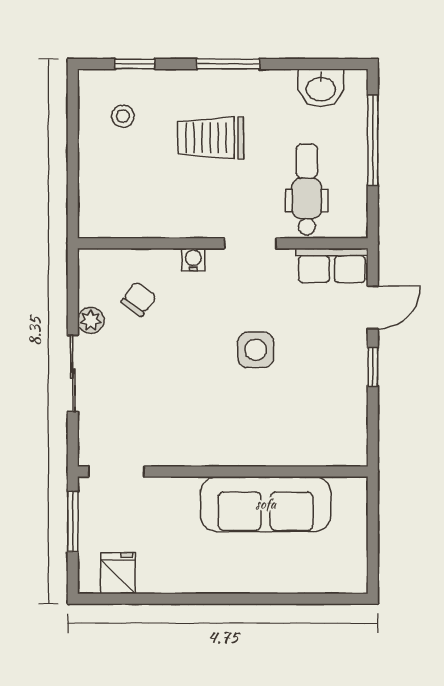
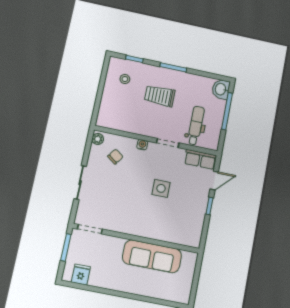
washbasin: (321, 88) -> (221, 89), moved, turned 90
plant: (91, 320) -> (98, 139), moved

